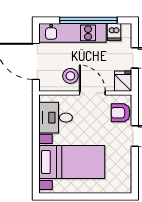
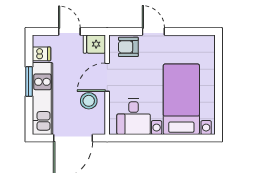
window: (88, 20) -> (29, 81), width x0.47
armchair: (120, 113) -> (128, 47), turned 90

